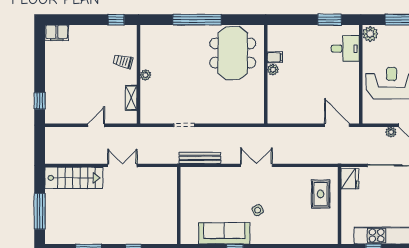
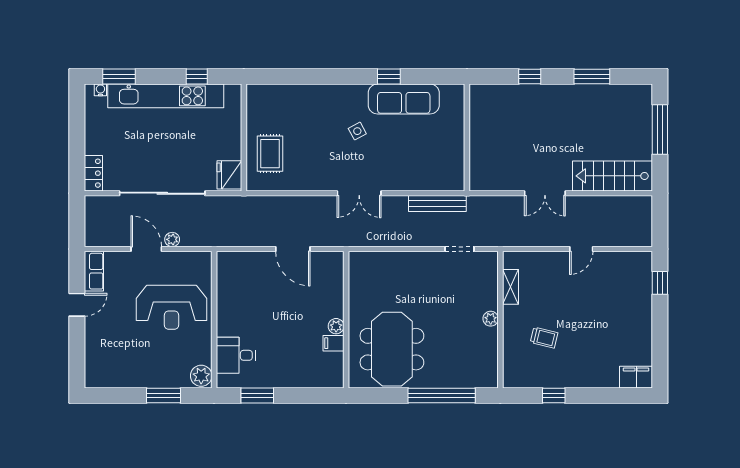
wall: (138, 74) -> (500, 320), moved
plant: (146, 75) -> (491, 319), moved
shelving: (131, 98) -> (510, 287), moved
door: (337, 125) -> (293, 249), moved

